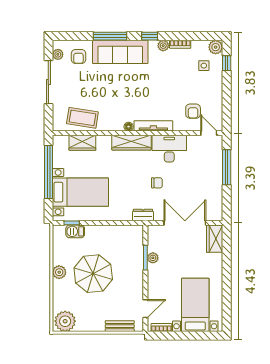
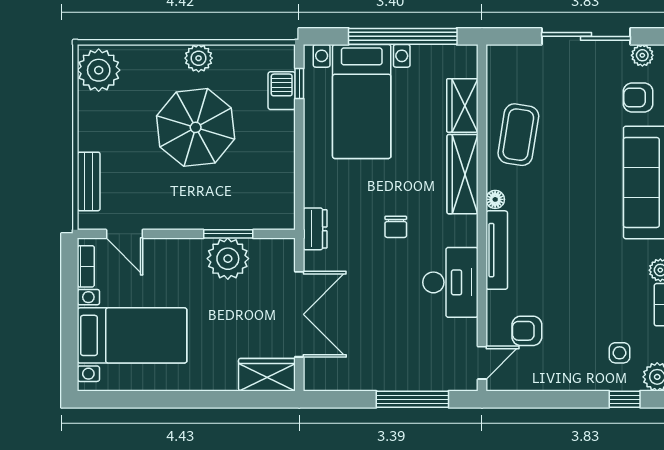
coffee table: (82, 118) -> (518, 135), moved
wardrobe: (132, 143) -> (463, 174), moved
chair: (157, 183) -> (396, 227), moved
plant: (153, 258) -> (228, 259), width x1.88, depth x1.88

